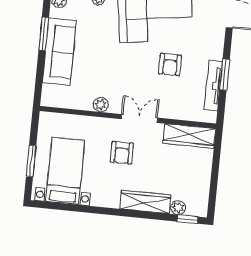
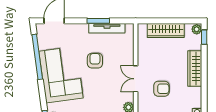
armchair: (170, 65) -> (95, 61), turned -90
wardrobe: (189, 136) -> (166, 30), moved, turned 90
plant: (178, 208) -> (197, 29), moved

